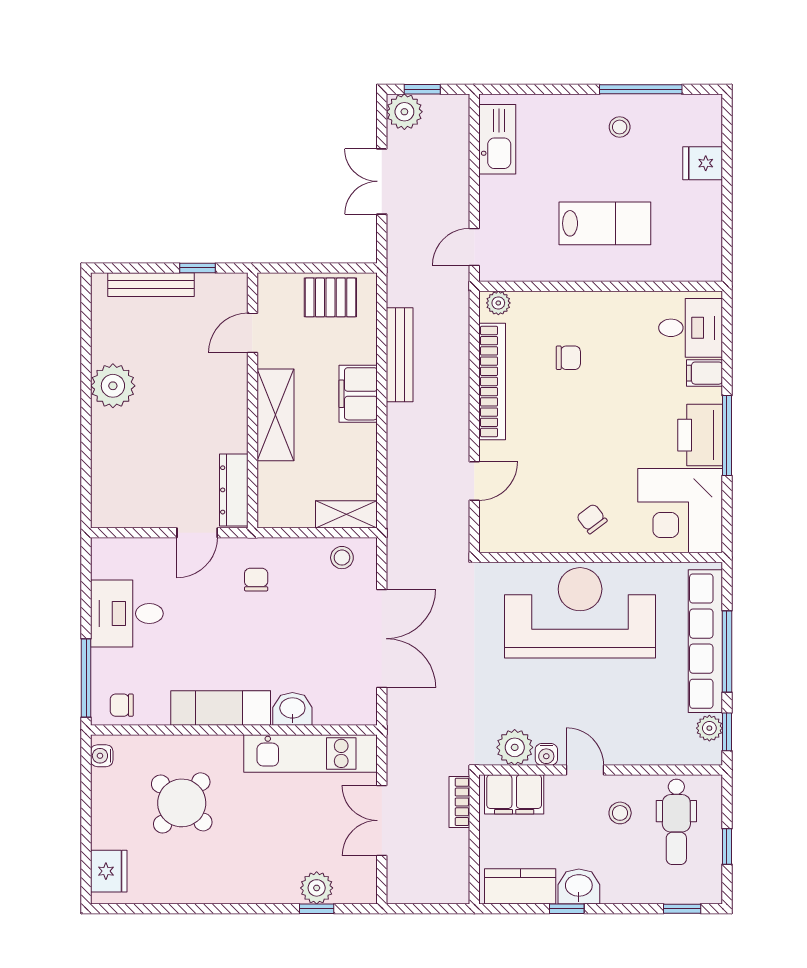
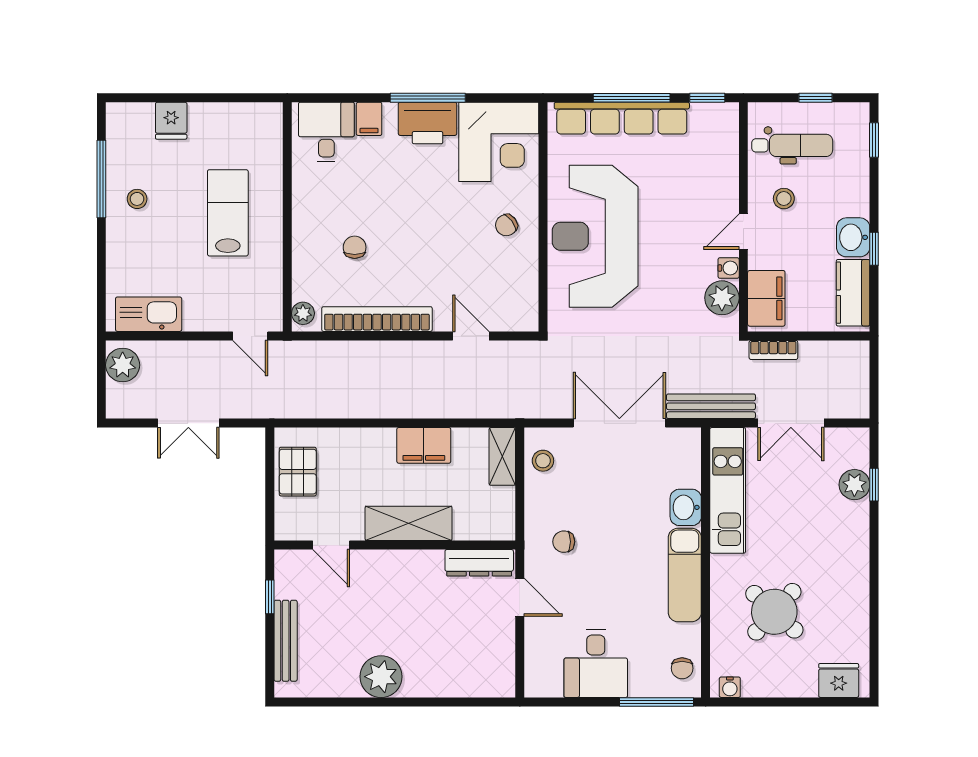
window: (422, 89) -> (101, 385), removed
plant: (404, 112) -> (123, 365), moved
bench: (400, 355) -> (711, 406), moved
filing cabinet: (358, 394) -> (424, 445), moved
plant: (709, 728) -> (704, 114), removed

